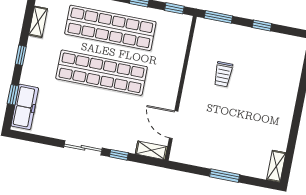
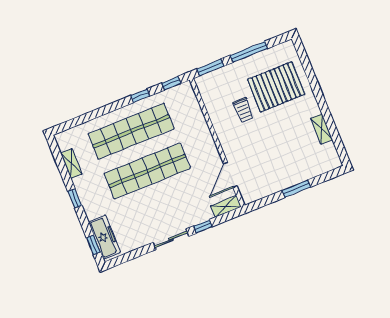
window: (262, 26) -> (249, 52), width x2.17
pallet: (266, 73) -> (276, 87), added
window: (13, 95) -> (94, 245), moved
door: (174, 125) -> (230, 175), hinge flipped
shelving: (276, 166) -> (322, 129), moved

